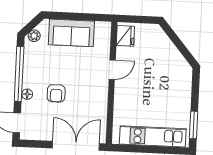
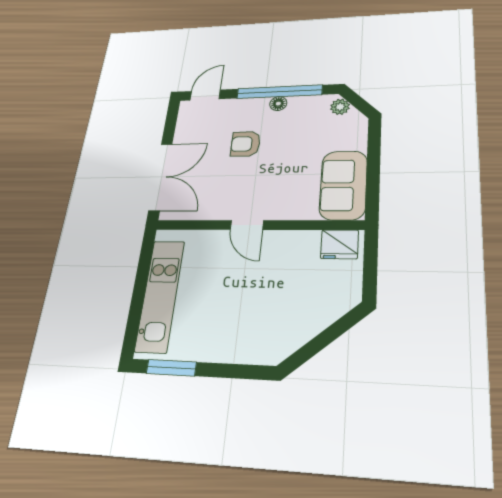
sofa: (71, 33) -> (343, 185), moved
door: (112, 70) -> (247, 225), moved
floor lamp: (27, 94) -> (278, 104), moved

